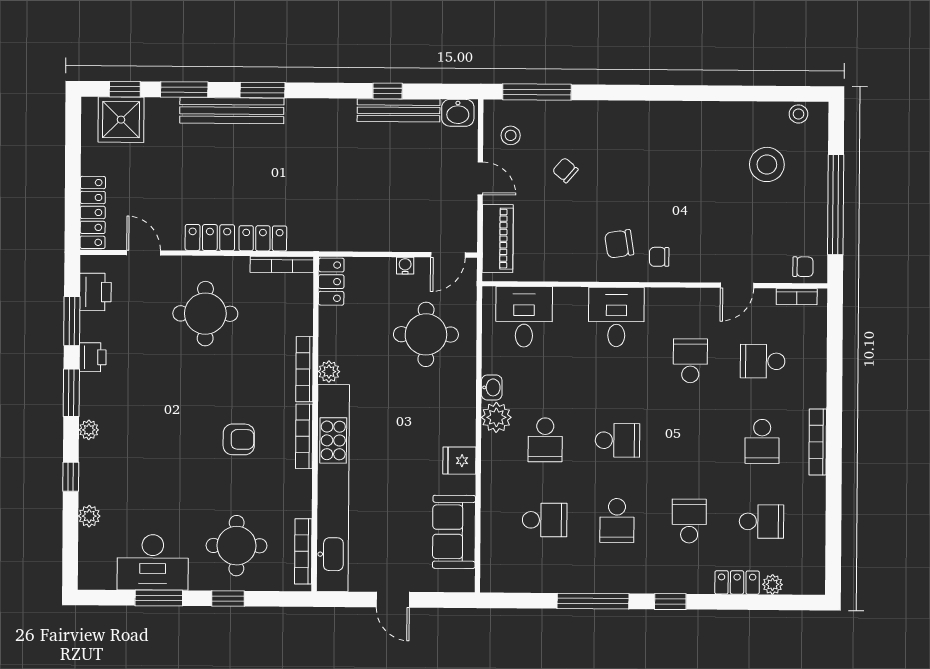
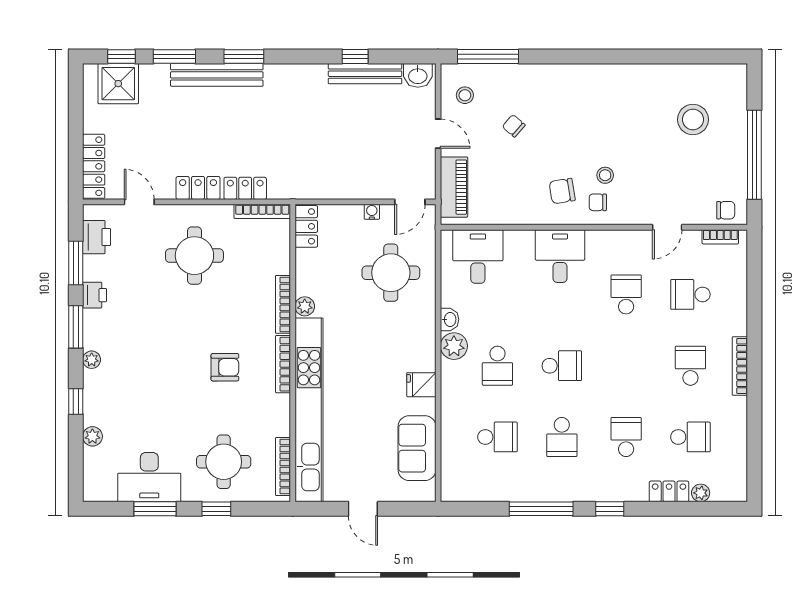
stool: (798, 114) -> (605, 175), moved
school desk: (762, 441) -> (690, 366), turned 180

